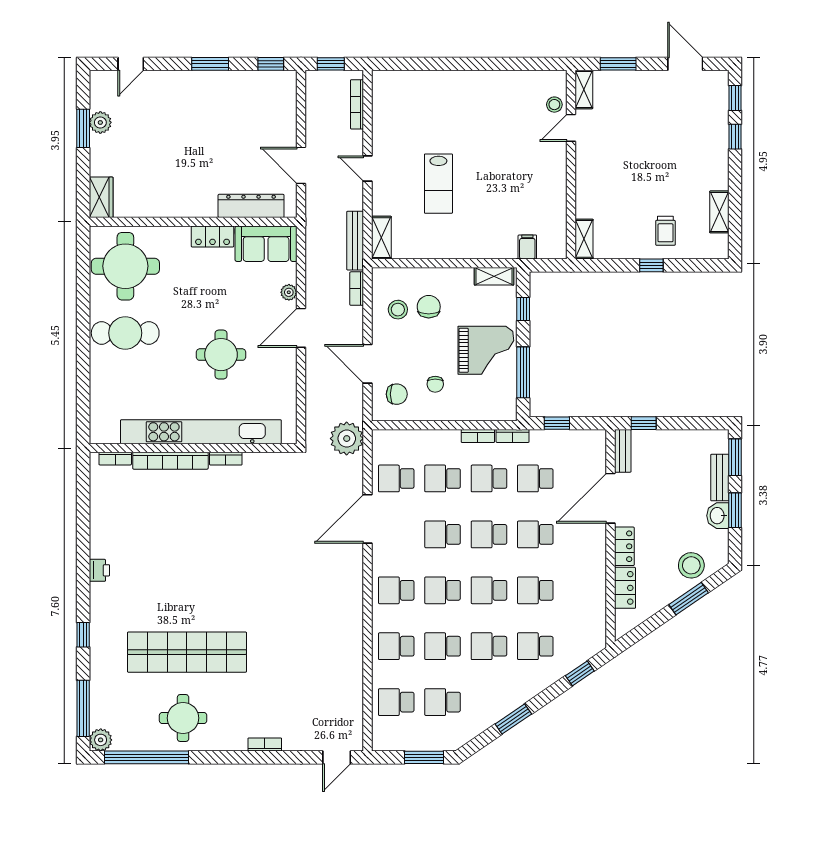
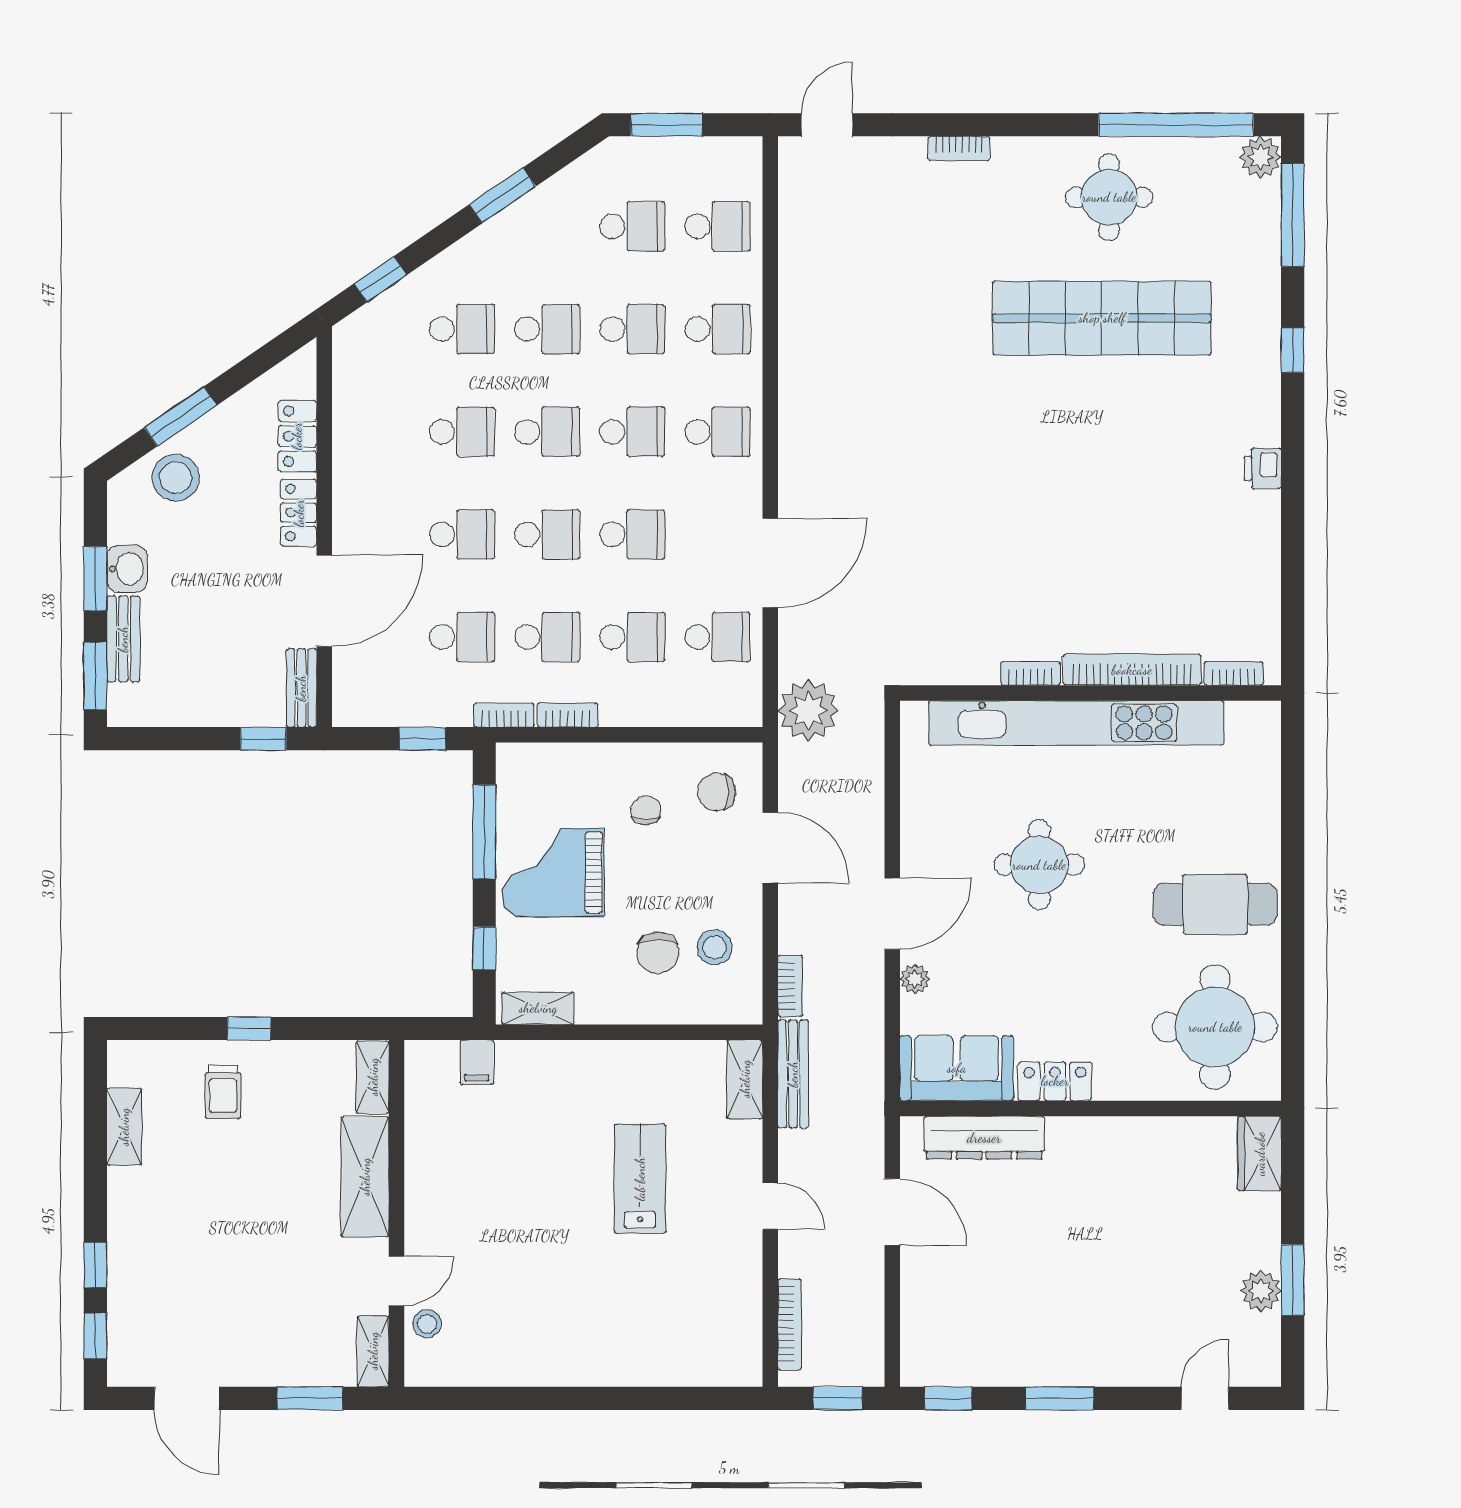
shelving: (588, 185) -> (365, 1177), added
trolley: (665, 231) -> (223, 1092), turned 180

